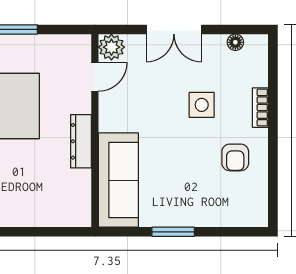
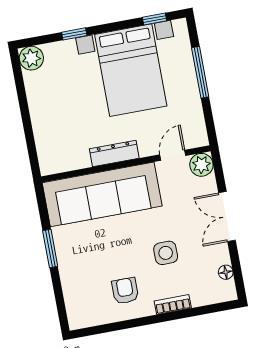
door: (95, 77) -> (173, 155), swing flipped
armchair: (235, 157) -> (125, 291), turned 90
sofa: (118, 180) -> (102, 194), width x1.36, depth x1.27

